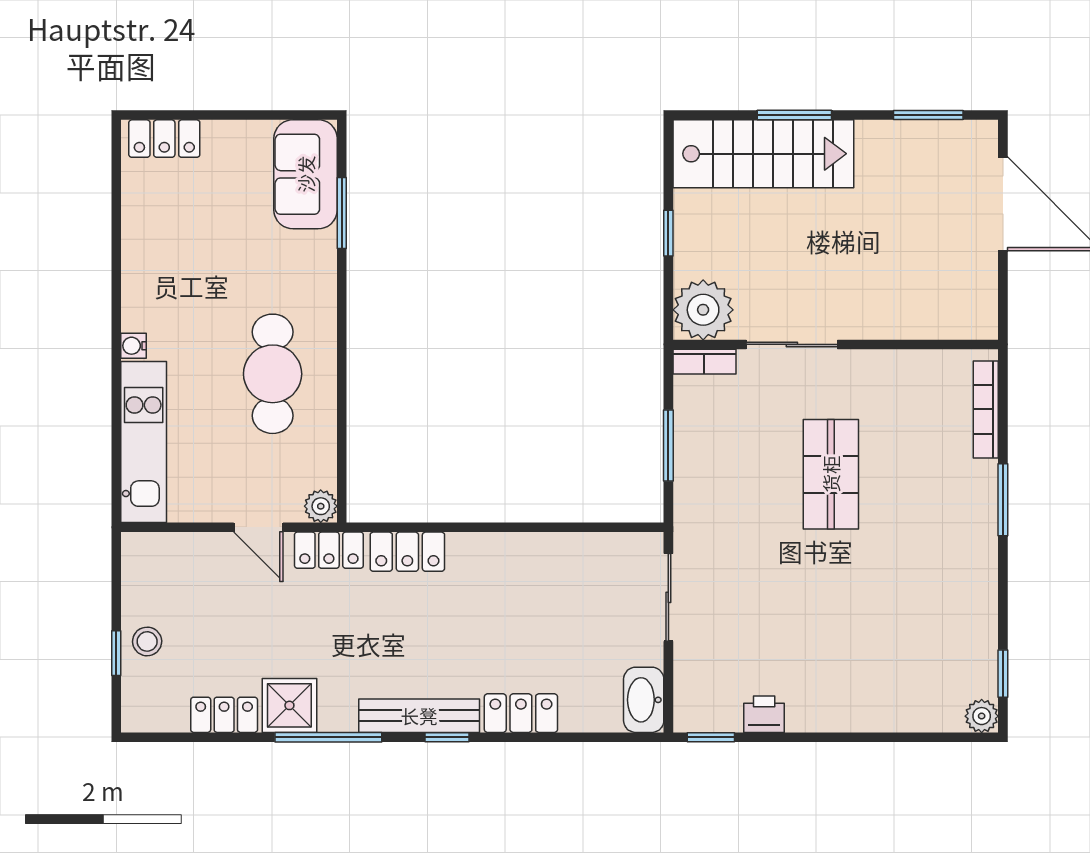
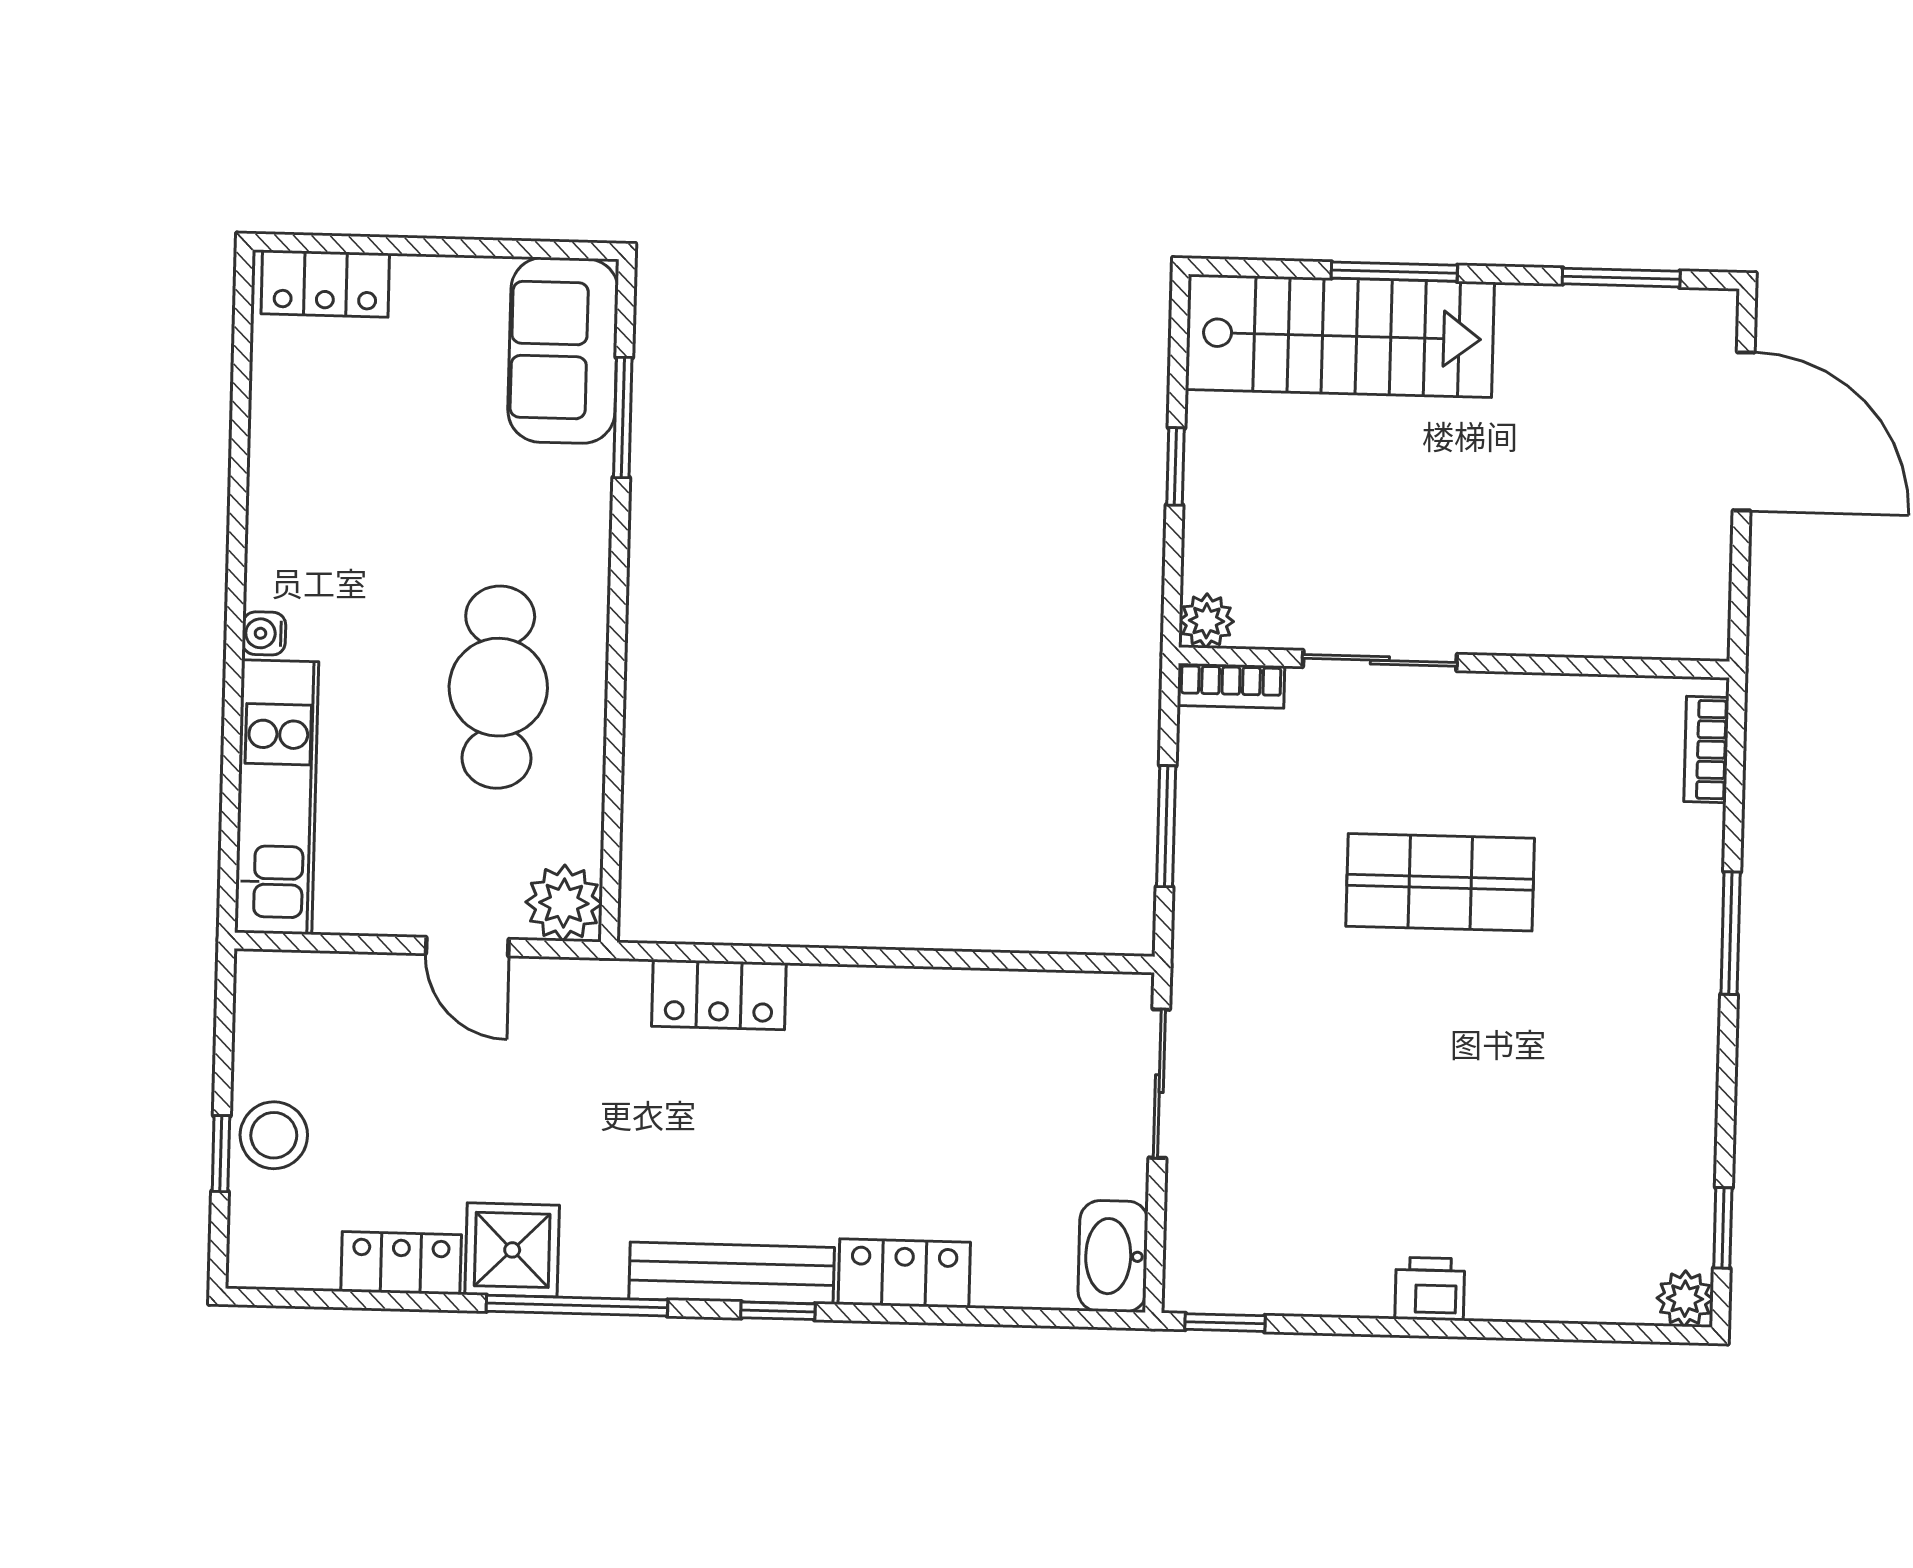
plant: (703, 310) -> (1207, 621), width x0.53, depth x0.53
bookcase: (986, 409) -> (1706, 749), width x0.64
shop shelf: (831, 474) -> (1440, 882), turned 90
plant: (321, 506) -> (564, 903), width x1.38, depth x1.38
locker: (329, 550) -> (586, 989), removed
stool: (147, 641) -> (274, 1135), width x1.37, depth x1.37
printer: (764, 714) -> (1430, 1289), moved

